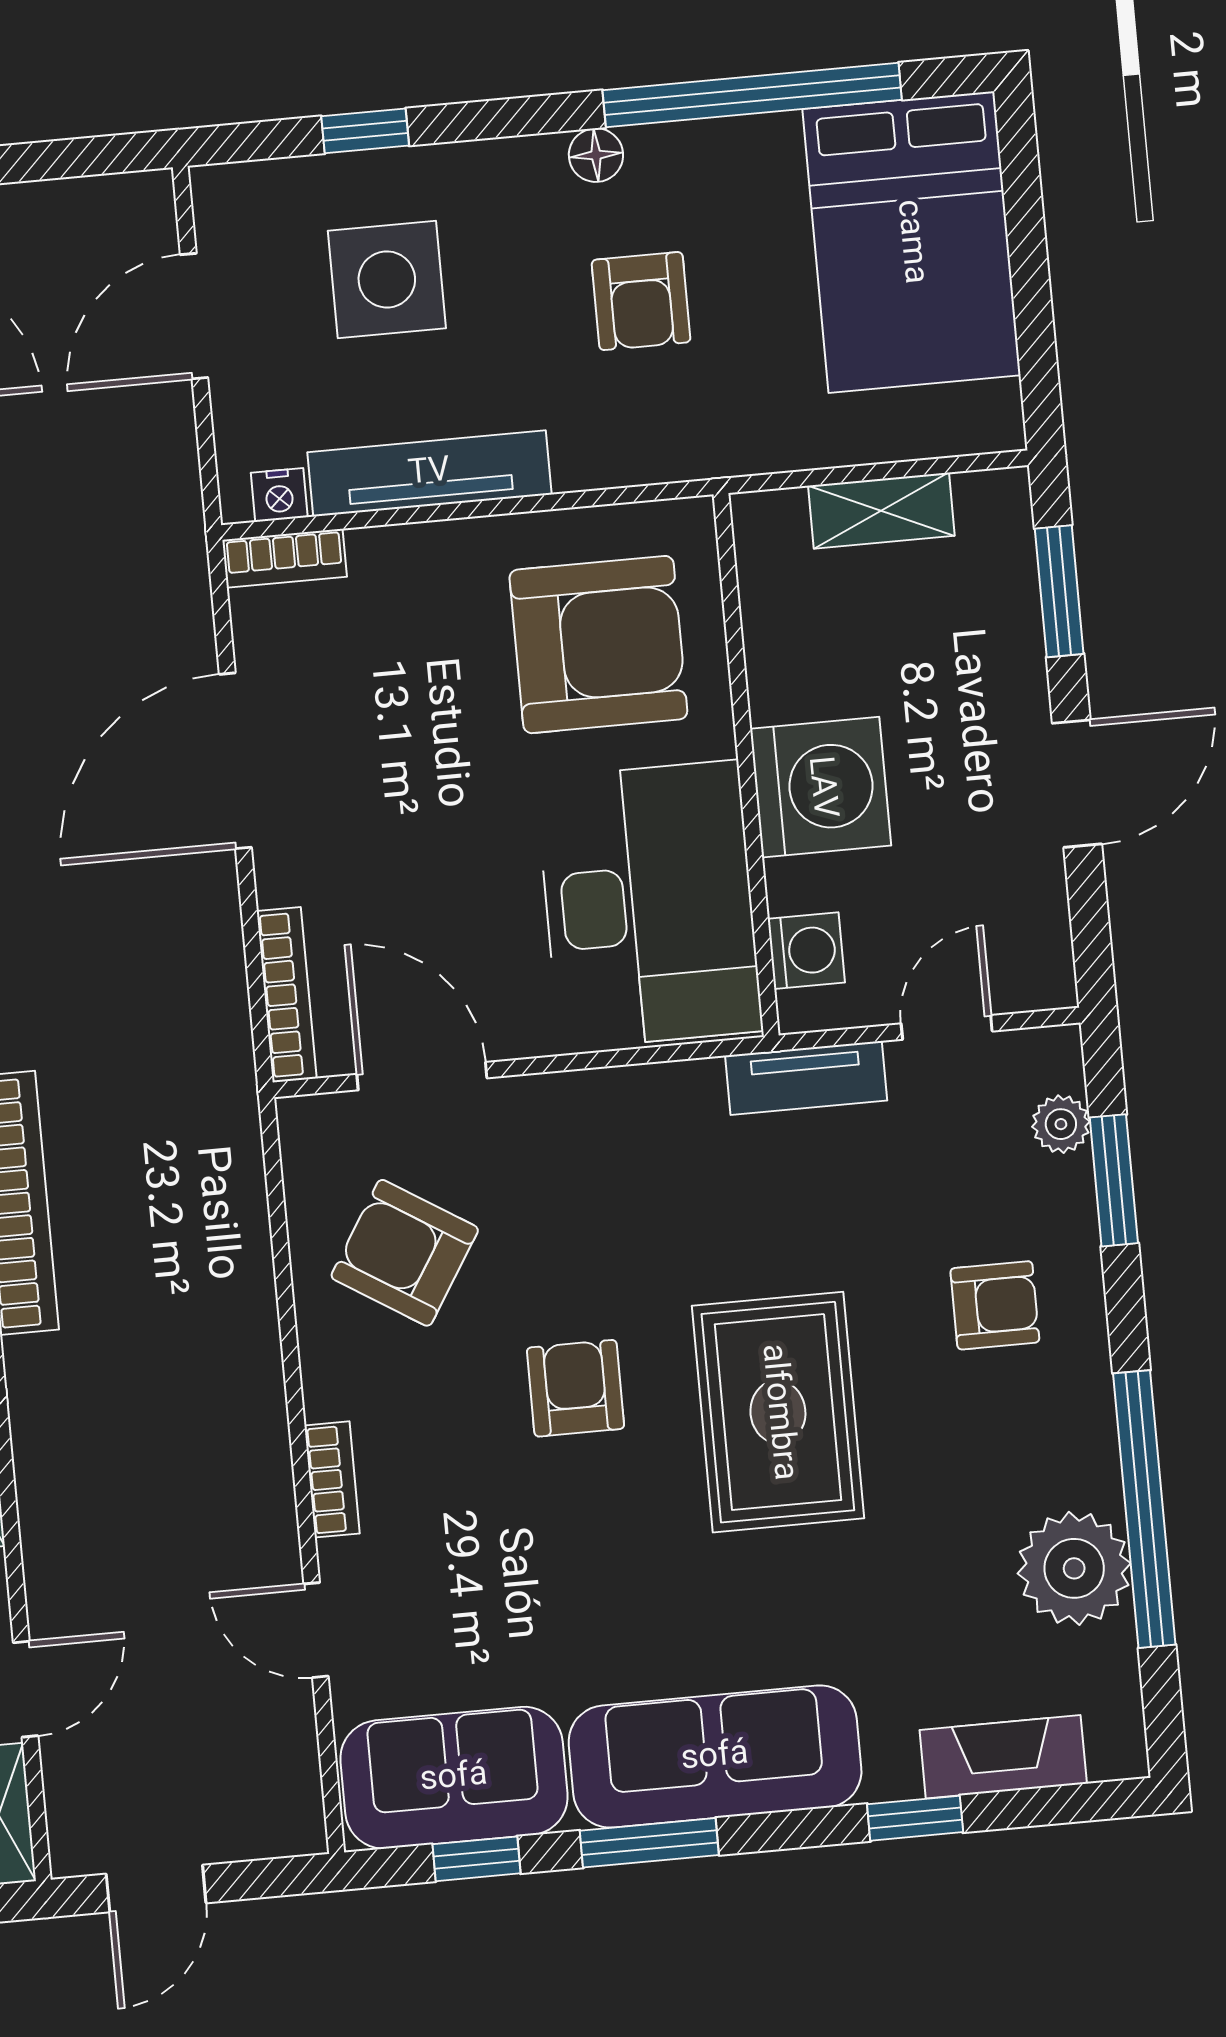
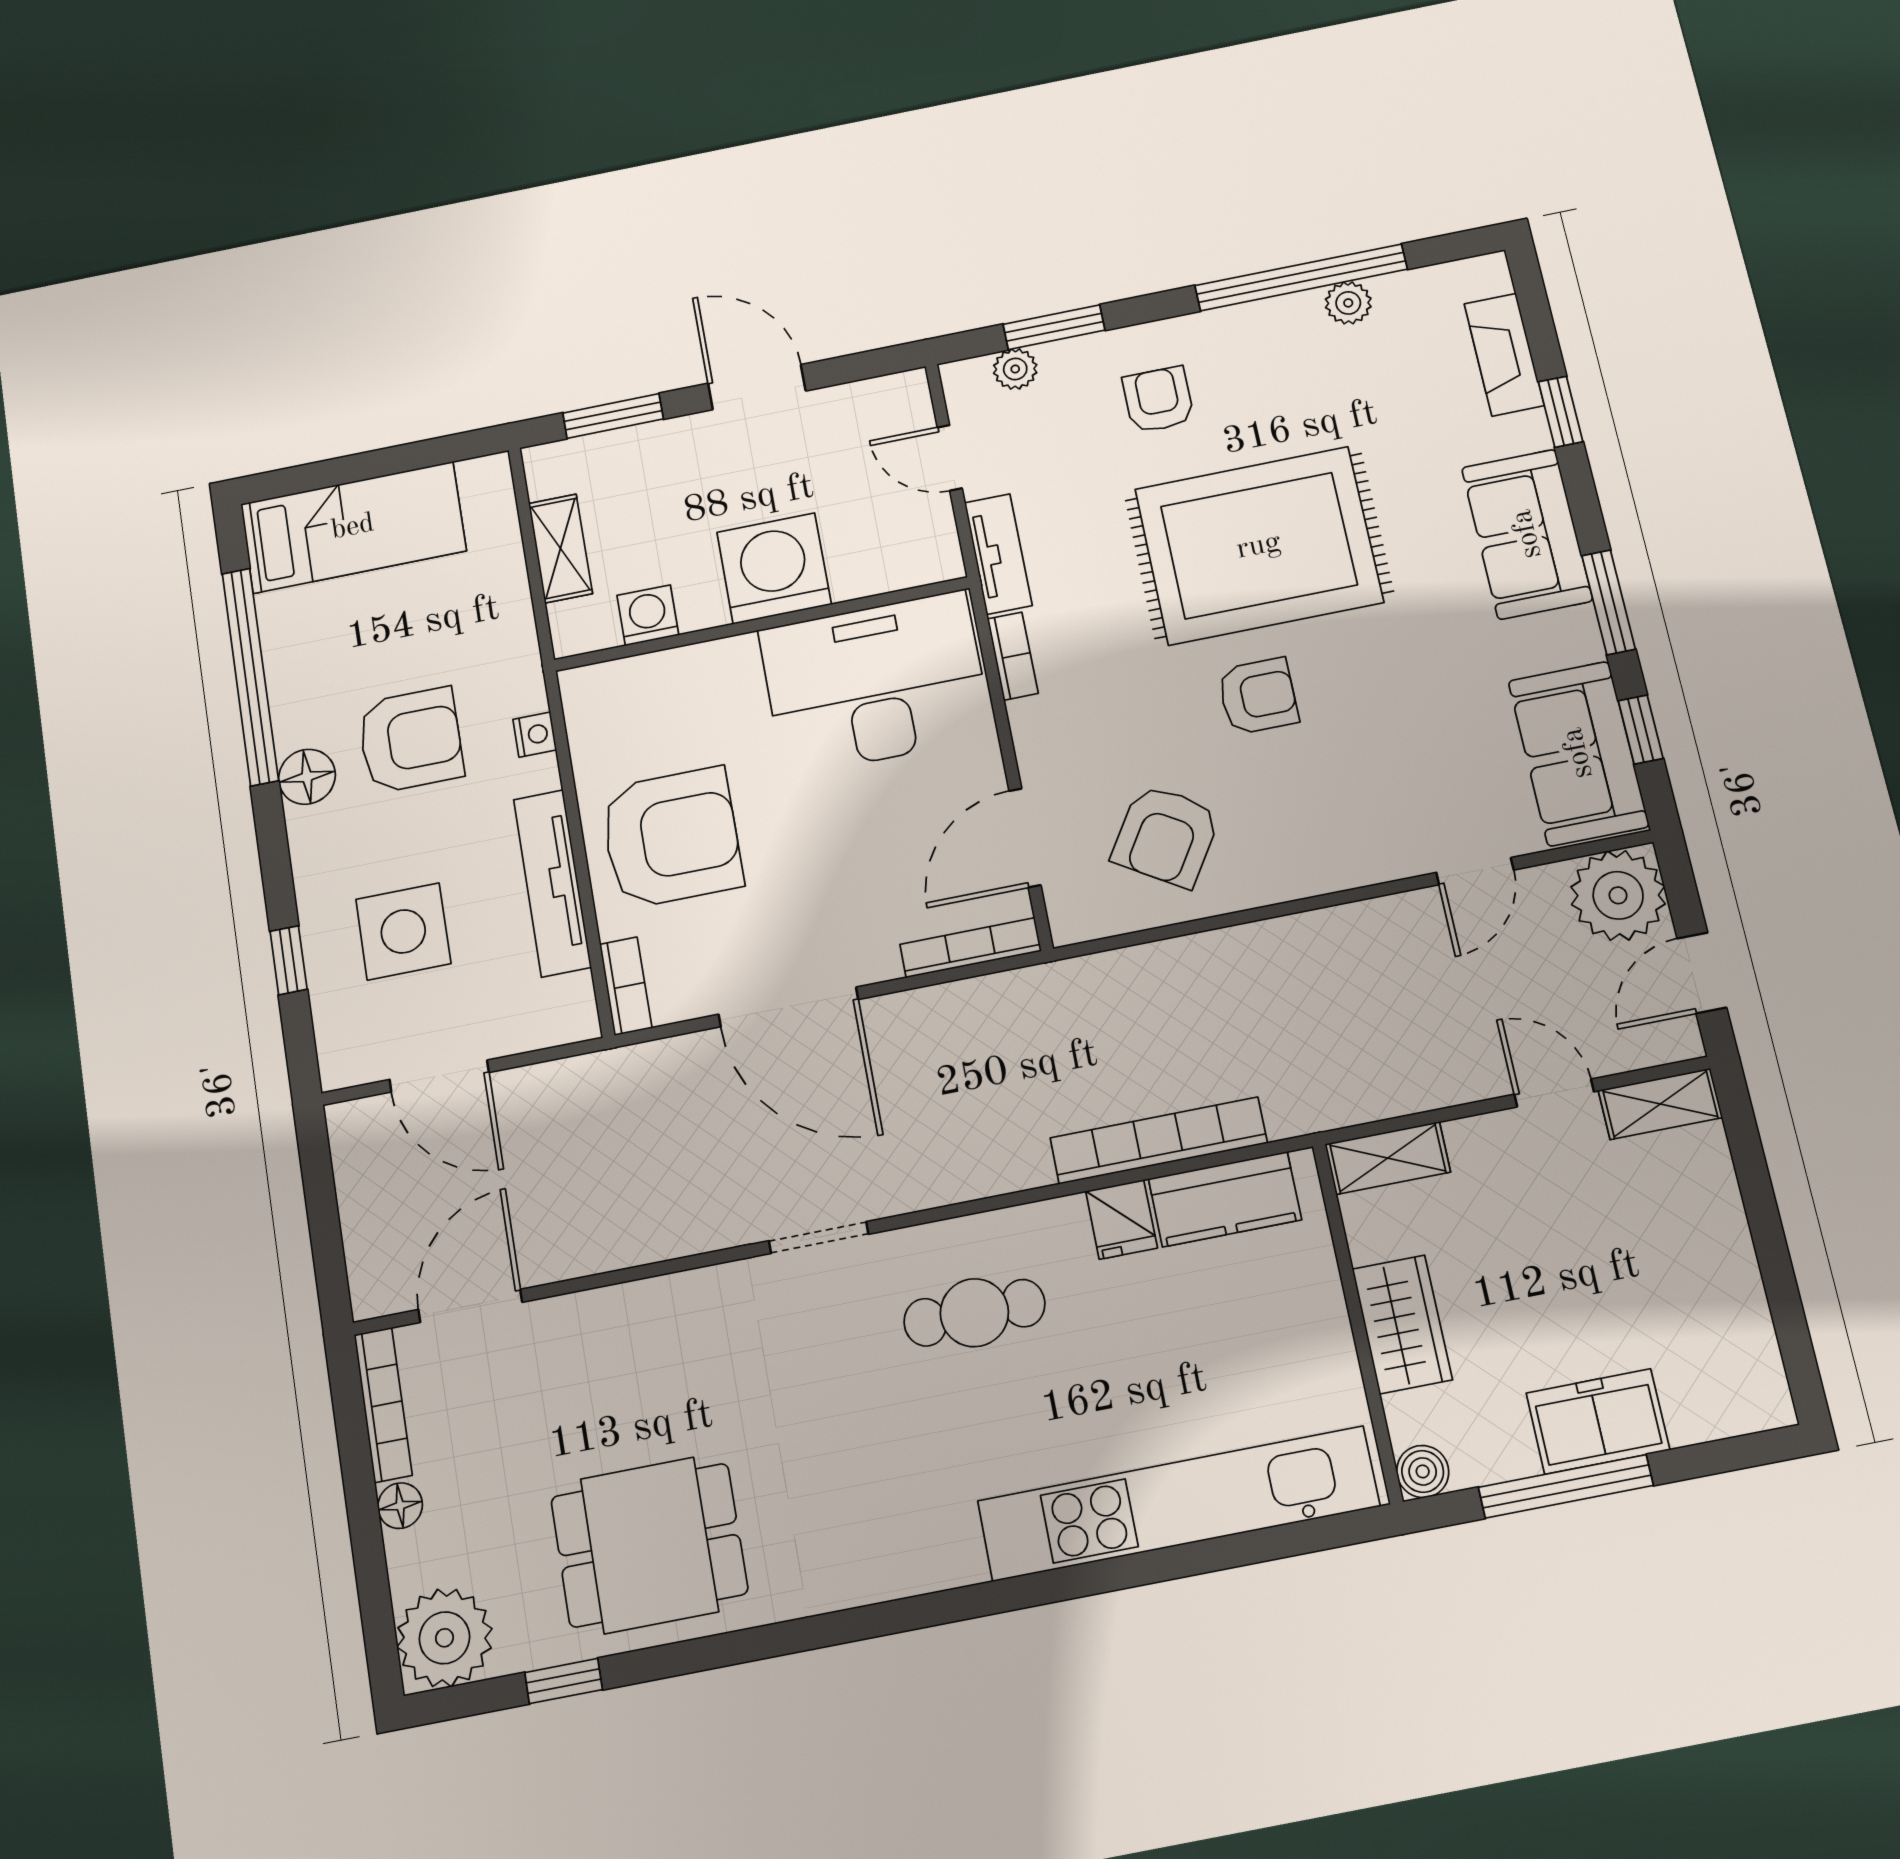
floor lamp: (596, 155) -> (307, 777), width x1.37, depth x1.37
bed: (911, 242) -> (353, 527), width x0.67
armchair: (641, 301) -> (411, 740), width x1.38, depth x1.38
nightstand: (279, 495) -> (535, 735), moved
armchair: (598, 645) -> (671, 838), moved, turned 90
washing machine: (806, 951) -> (648, 615), moved
armchair: (575, 1388) -> (1258, 696), turned 180
rug: (778, 1412) -> (1259, 546), width x1.37, depth x1.44
bookcase: (332, 1479) -> (1013, 656), moved, turned 90
plant: (1074, 1568) -> (1348, 303), width x0.53, depth x0.53
sofa: (715, 1757) -> (1527, 534), width x0.73
plant: (265, 1801) -> (1618, 895), added
door: (156, 1889) -> (1702, 973), swing flipped

